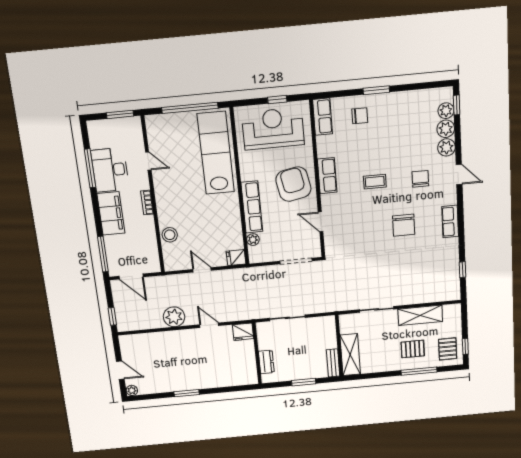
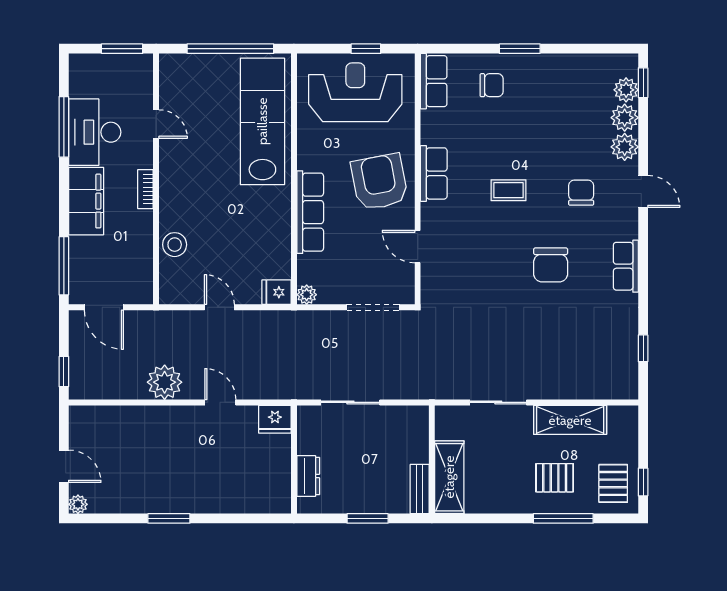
plant: (253, 240) -> (307, 295), moved

